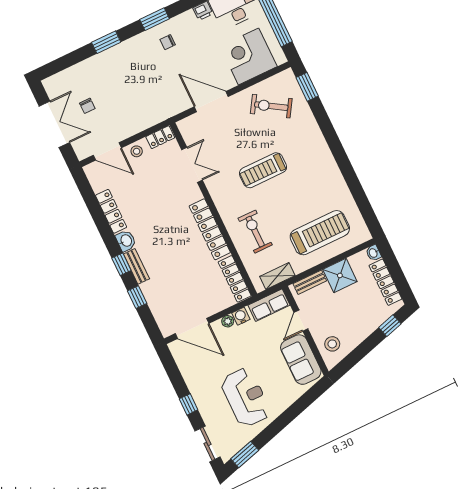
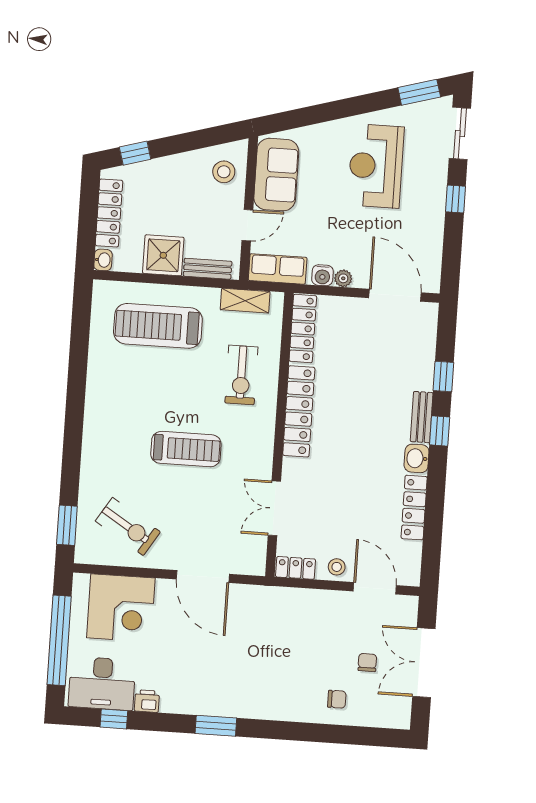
window: (106, 42) -> (296, 731), removed
chair: (168, 42) -> (337, 699), moved

